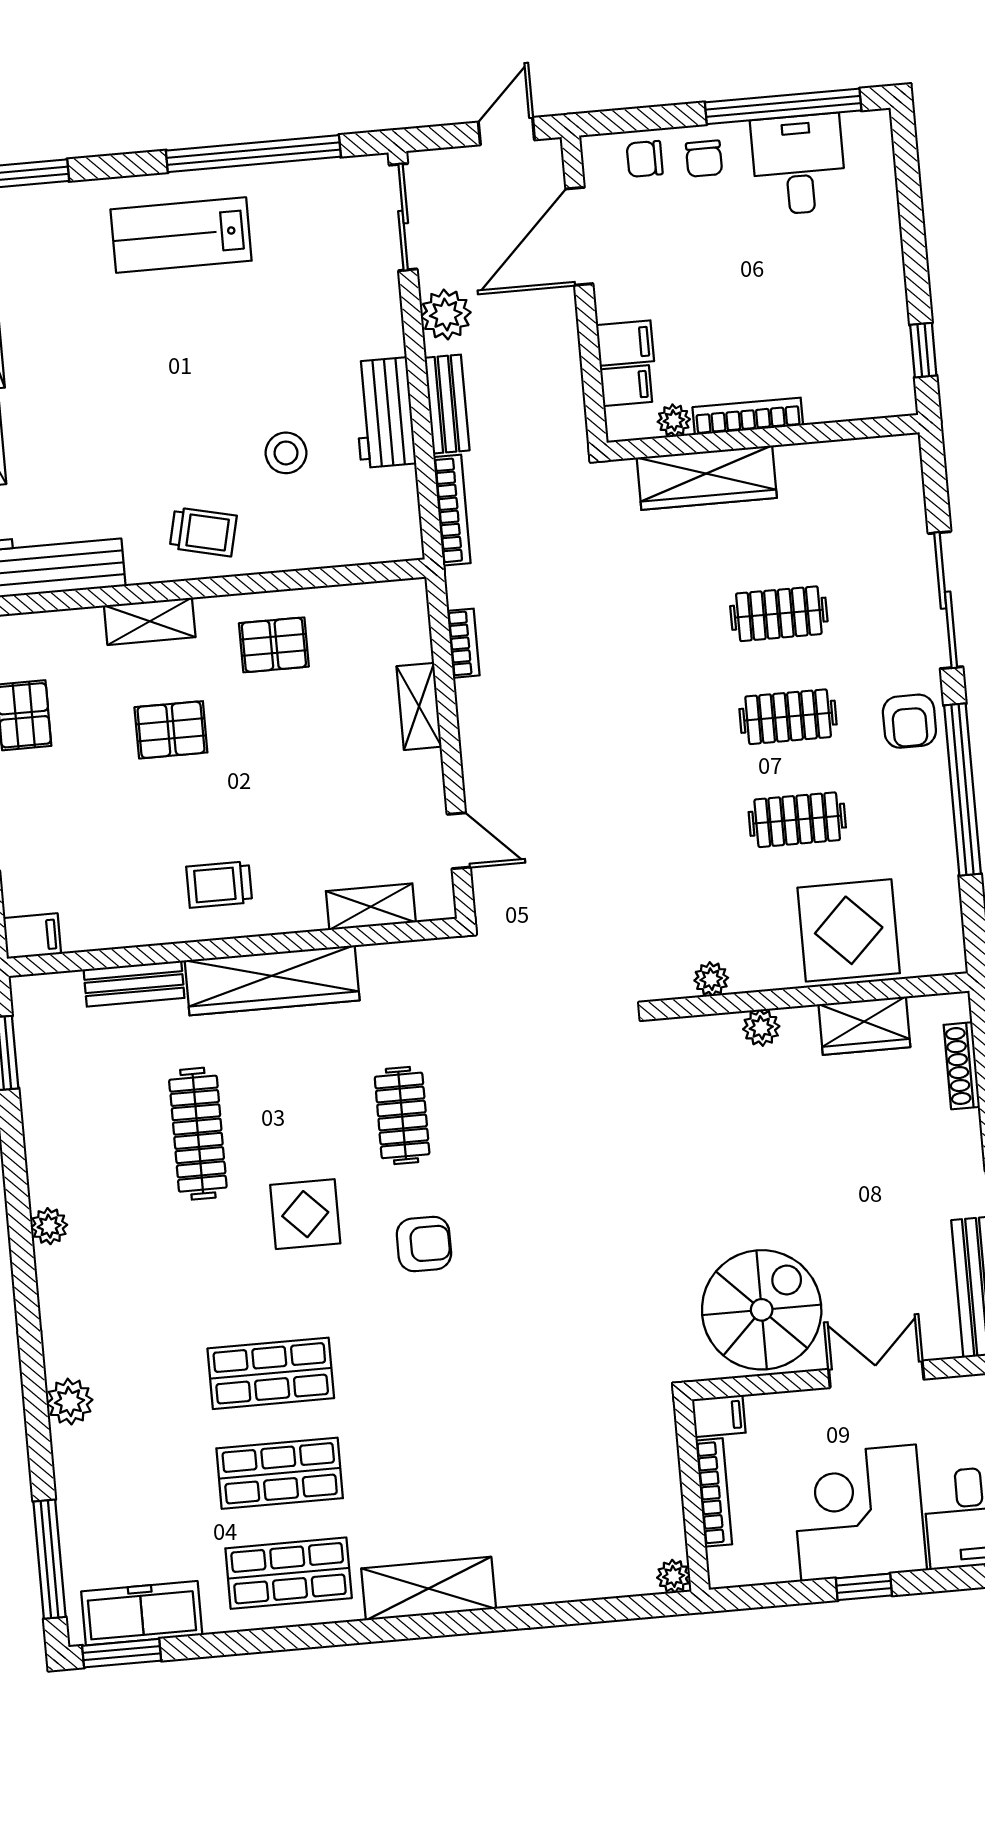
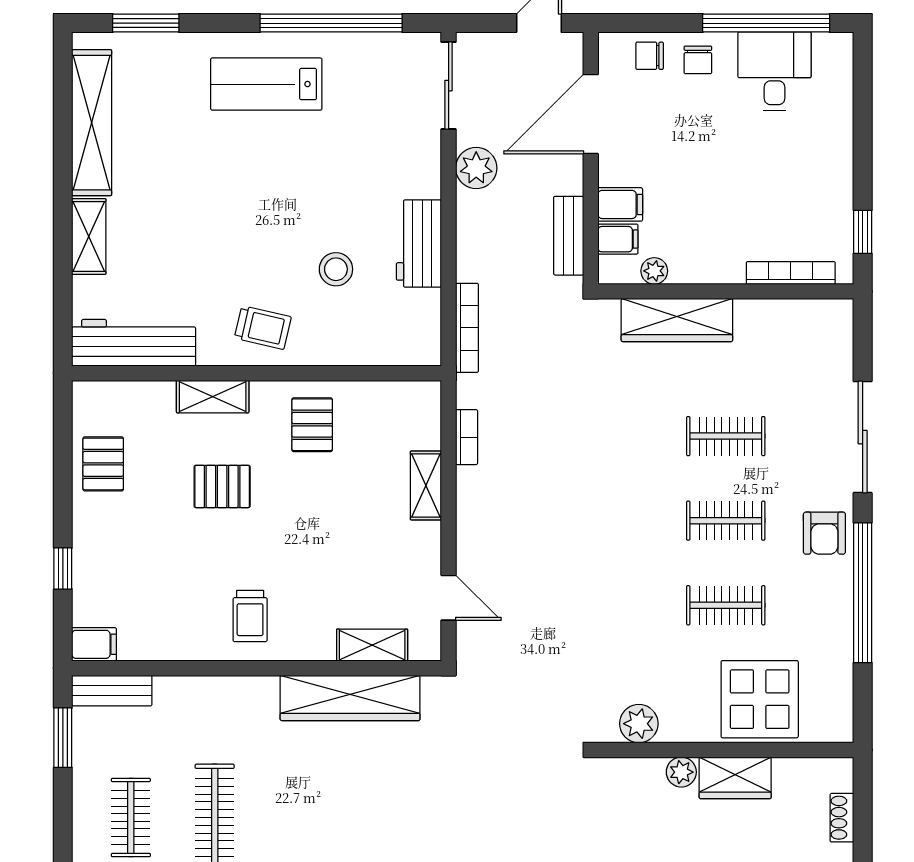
bench: (447, 404) -> (569, 236), moved
bookcase: (748, 416) -> (791, 273), moved
pallet: (274, 645) -> (312, 425), turned 90
trolley: (219, 885) -> (250, 616), turned -90
plant: (711, 979) -> (639, 724), width x1.38, depth x1.38
wardrobe: (272, 980) -> (350, 698), moved
bench: (134, 984) -> (112, 691), moved
wardrobe: (864, 1026) -> (735, 778), moved
shoe rack: (962, 1066) -> (842, 818), width x0.70
clothes rail: (402, 1115) -> (131, 817), moved

